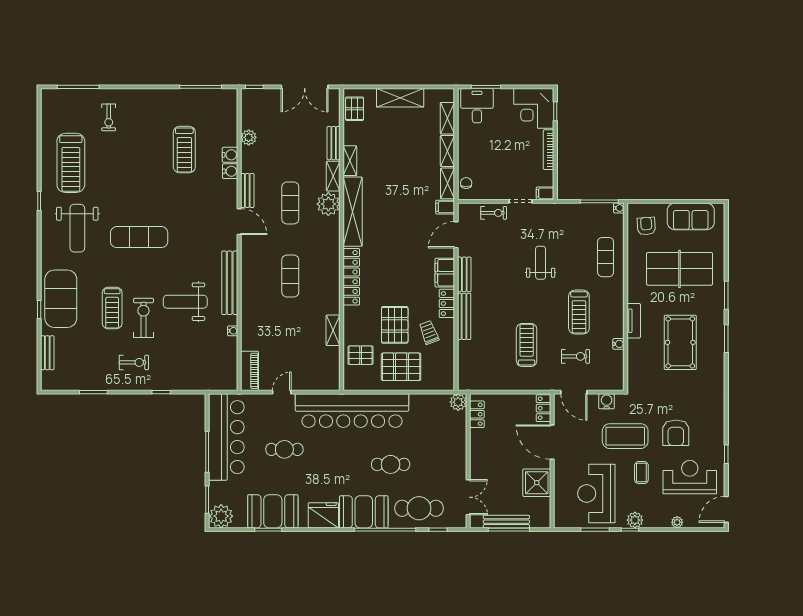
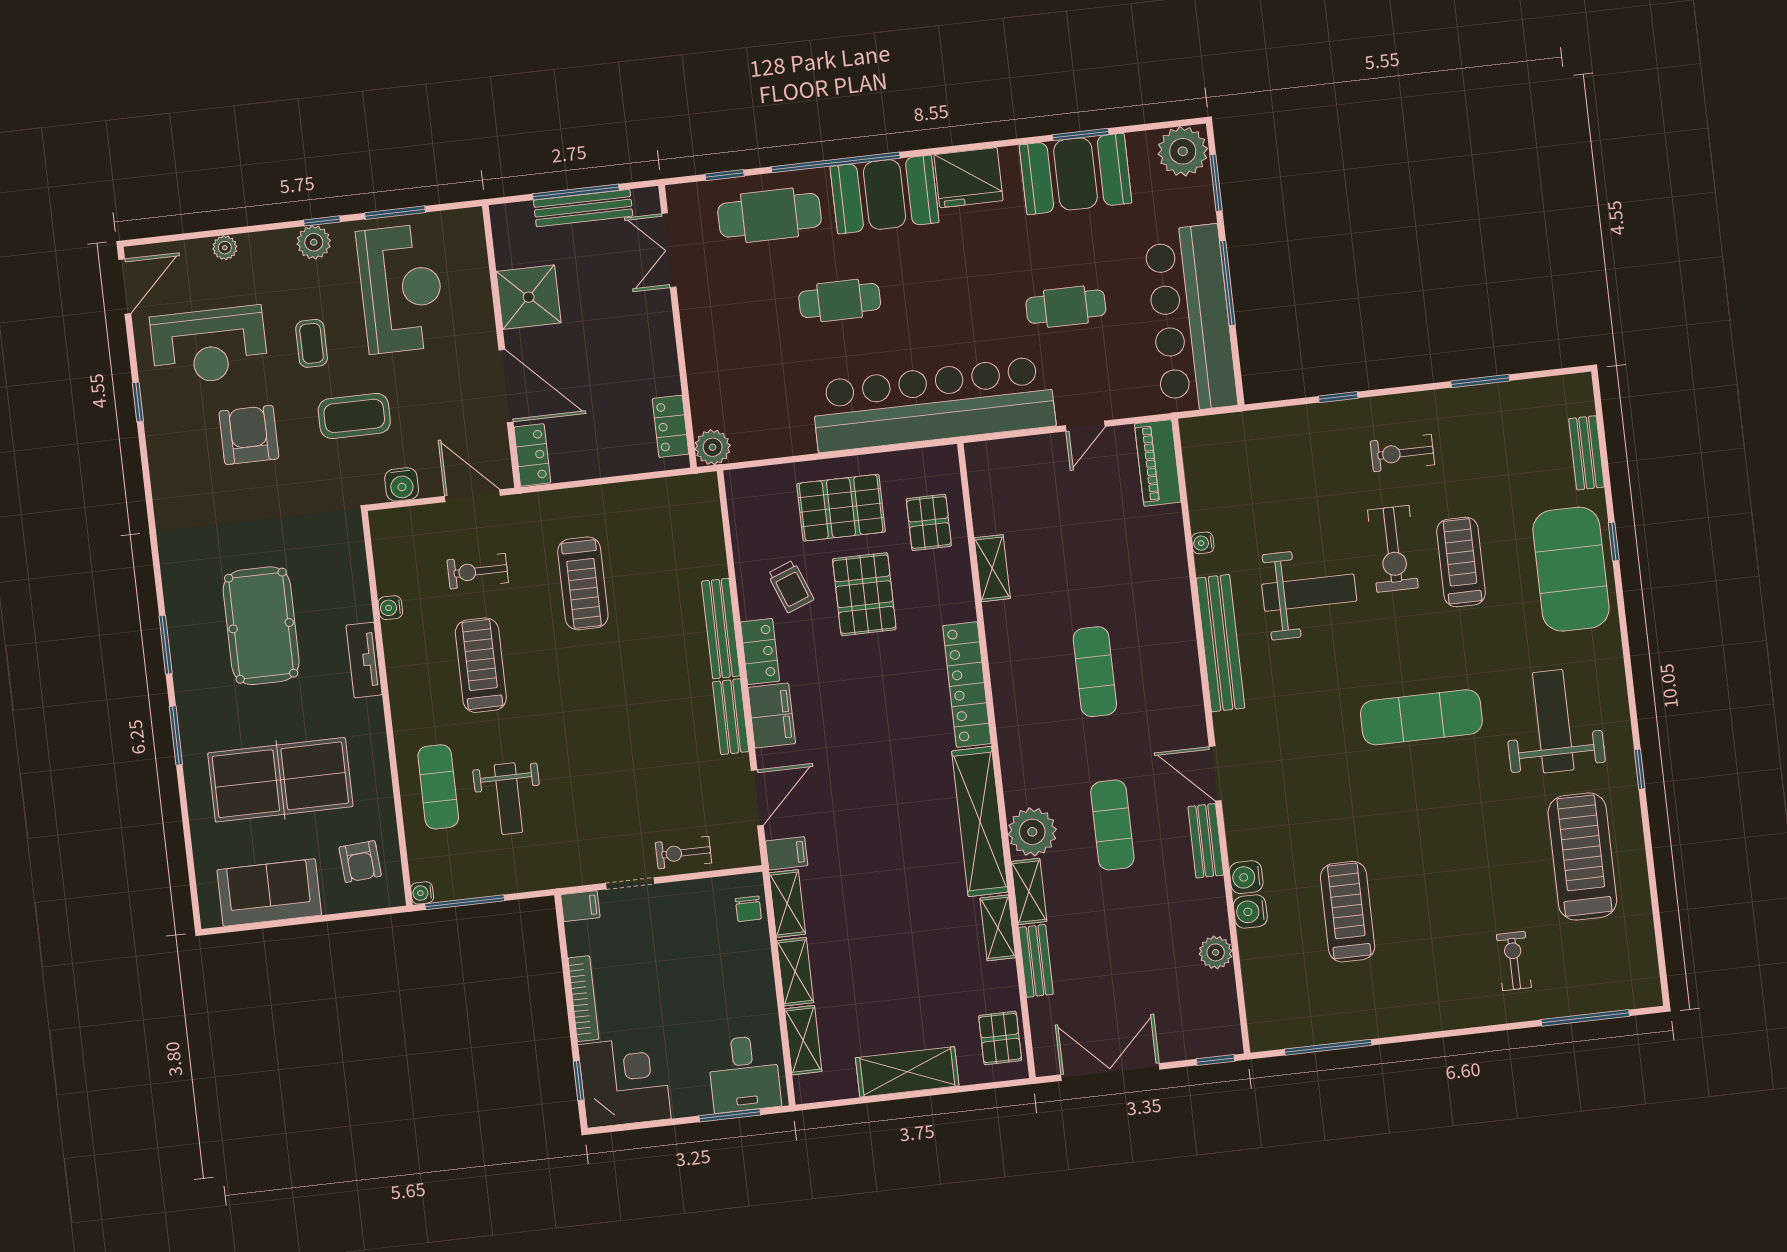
weight bench: (541, 263) -> (508, 799), moved
pallet: (361, 355) -> (929, 522), turned 90
coffee table: (625, 436) -> (354, 416), width x0.73, depth x0.76

